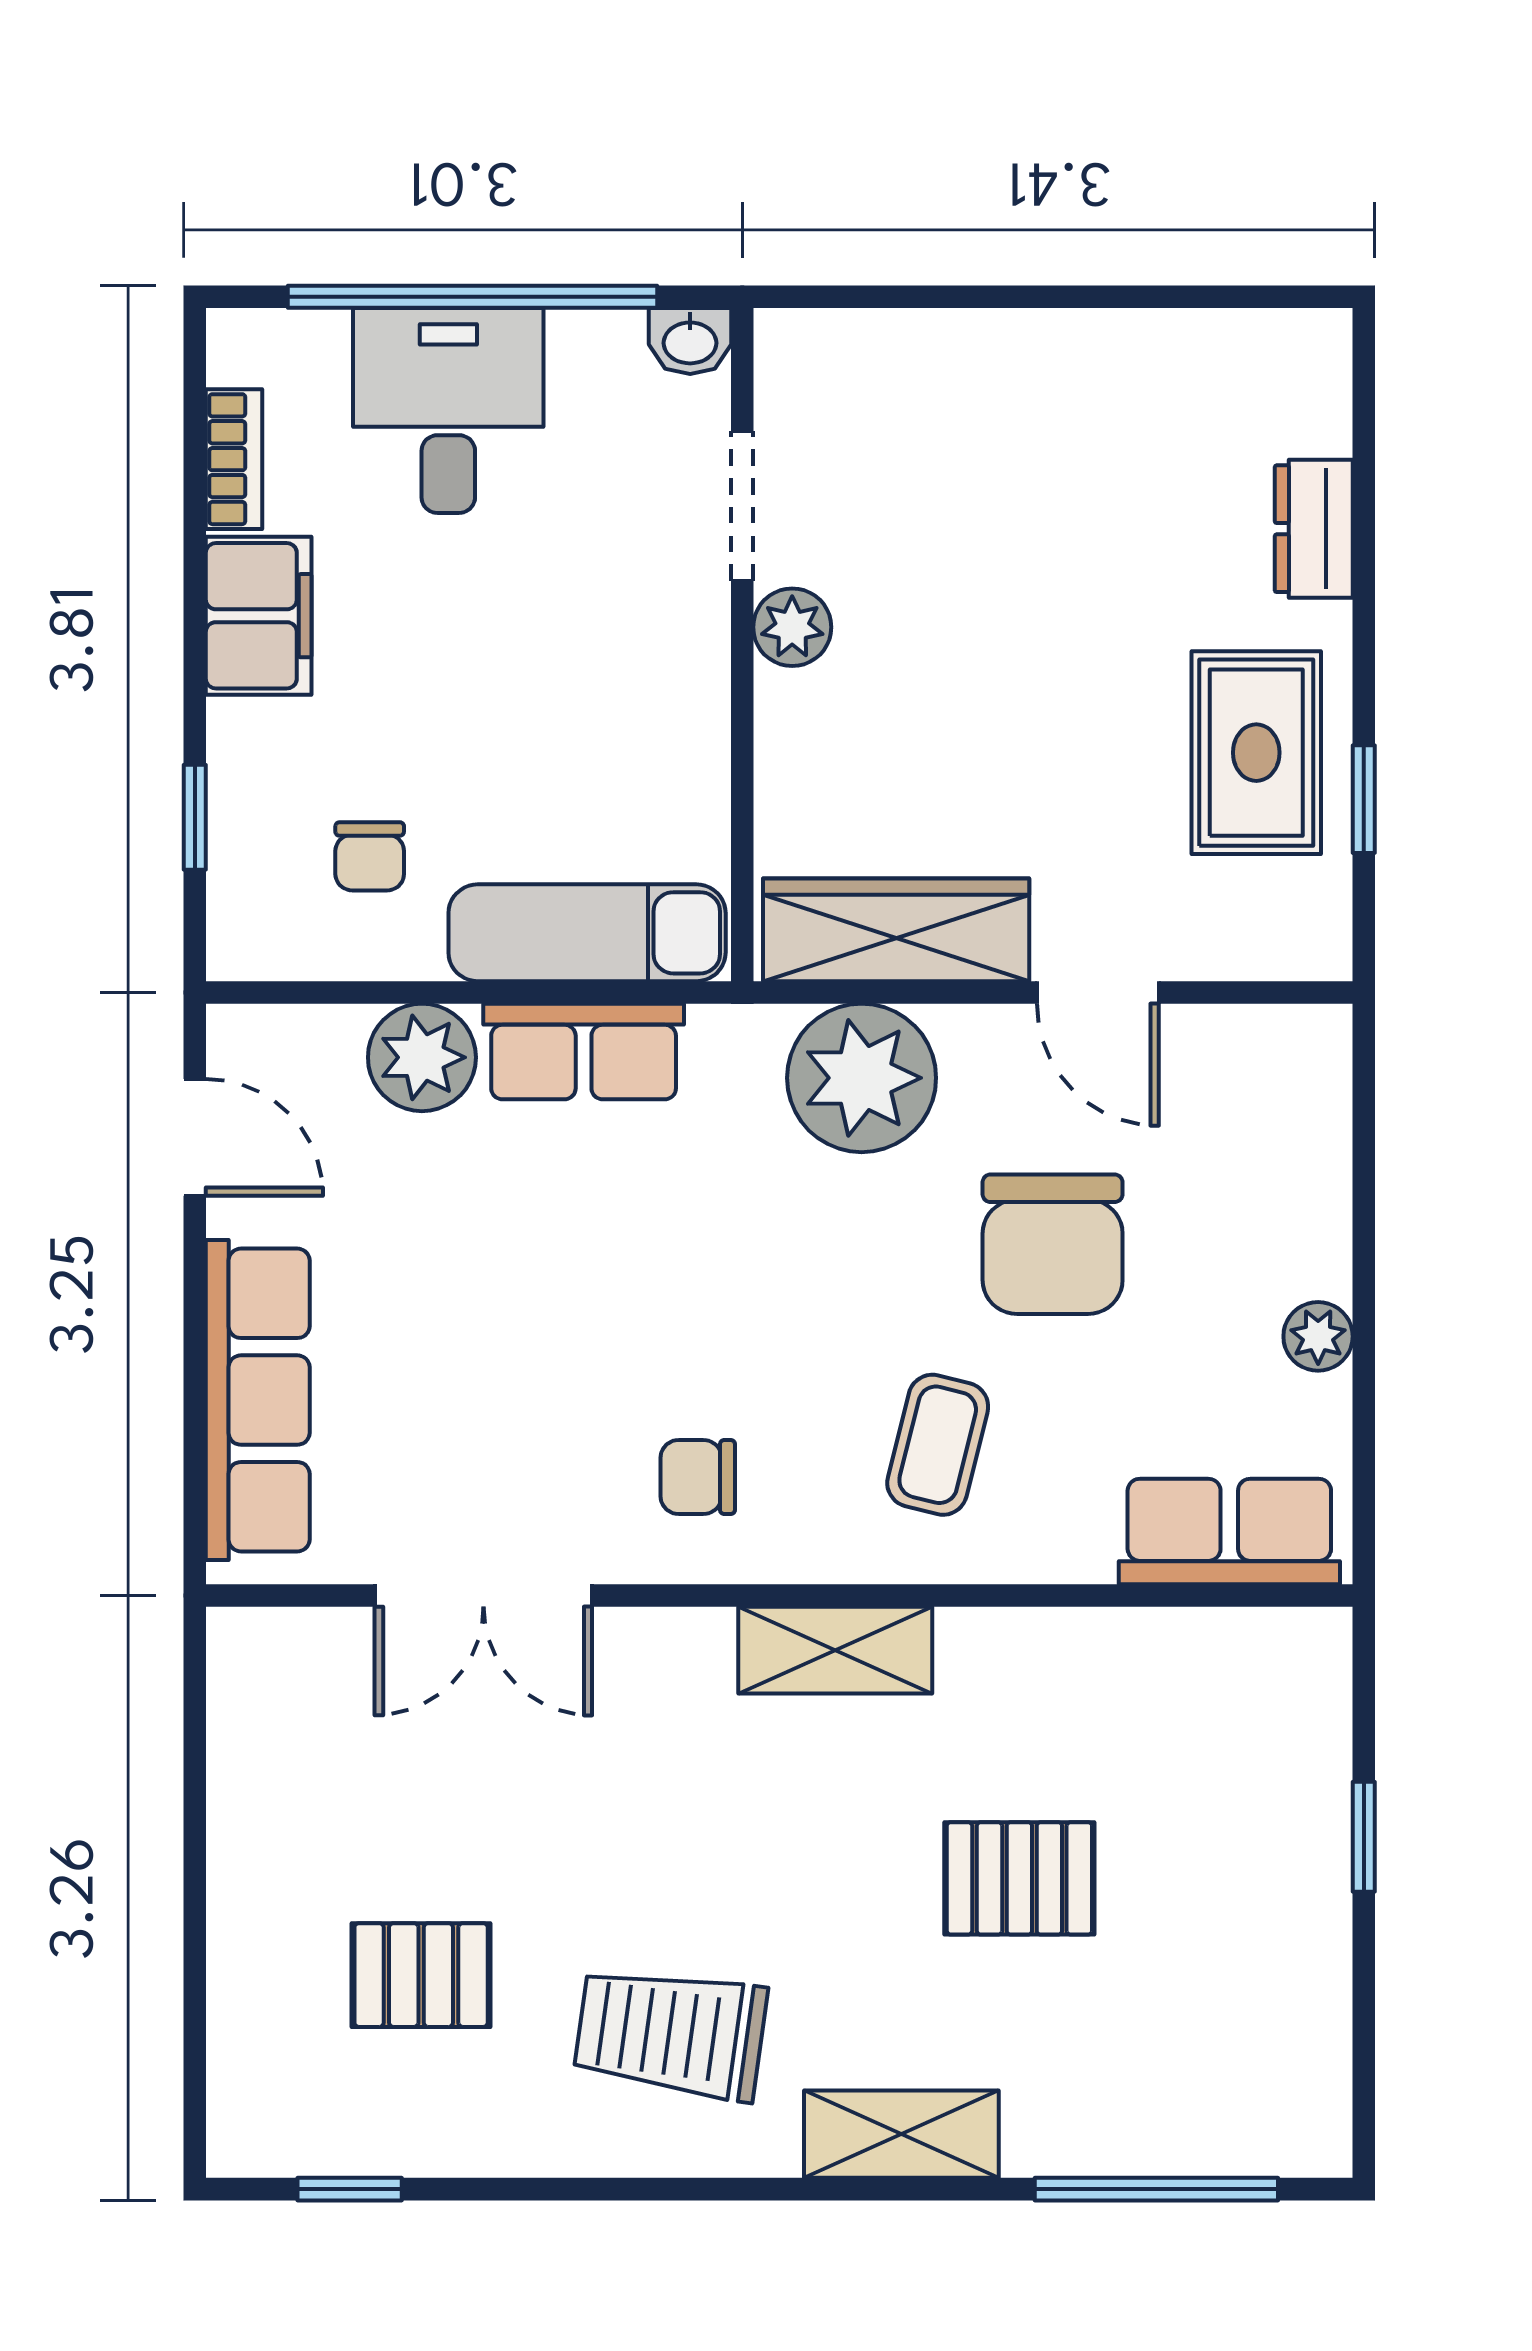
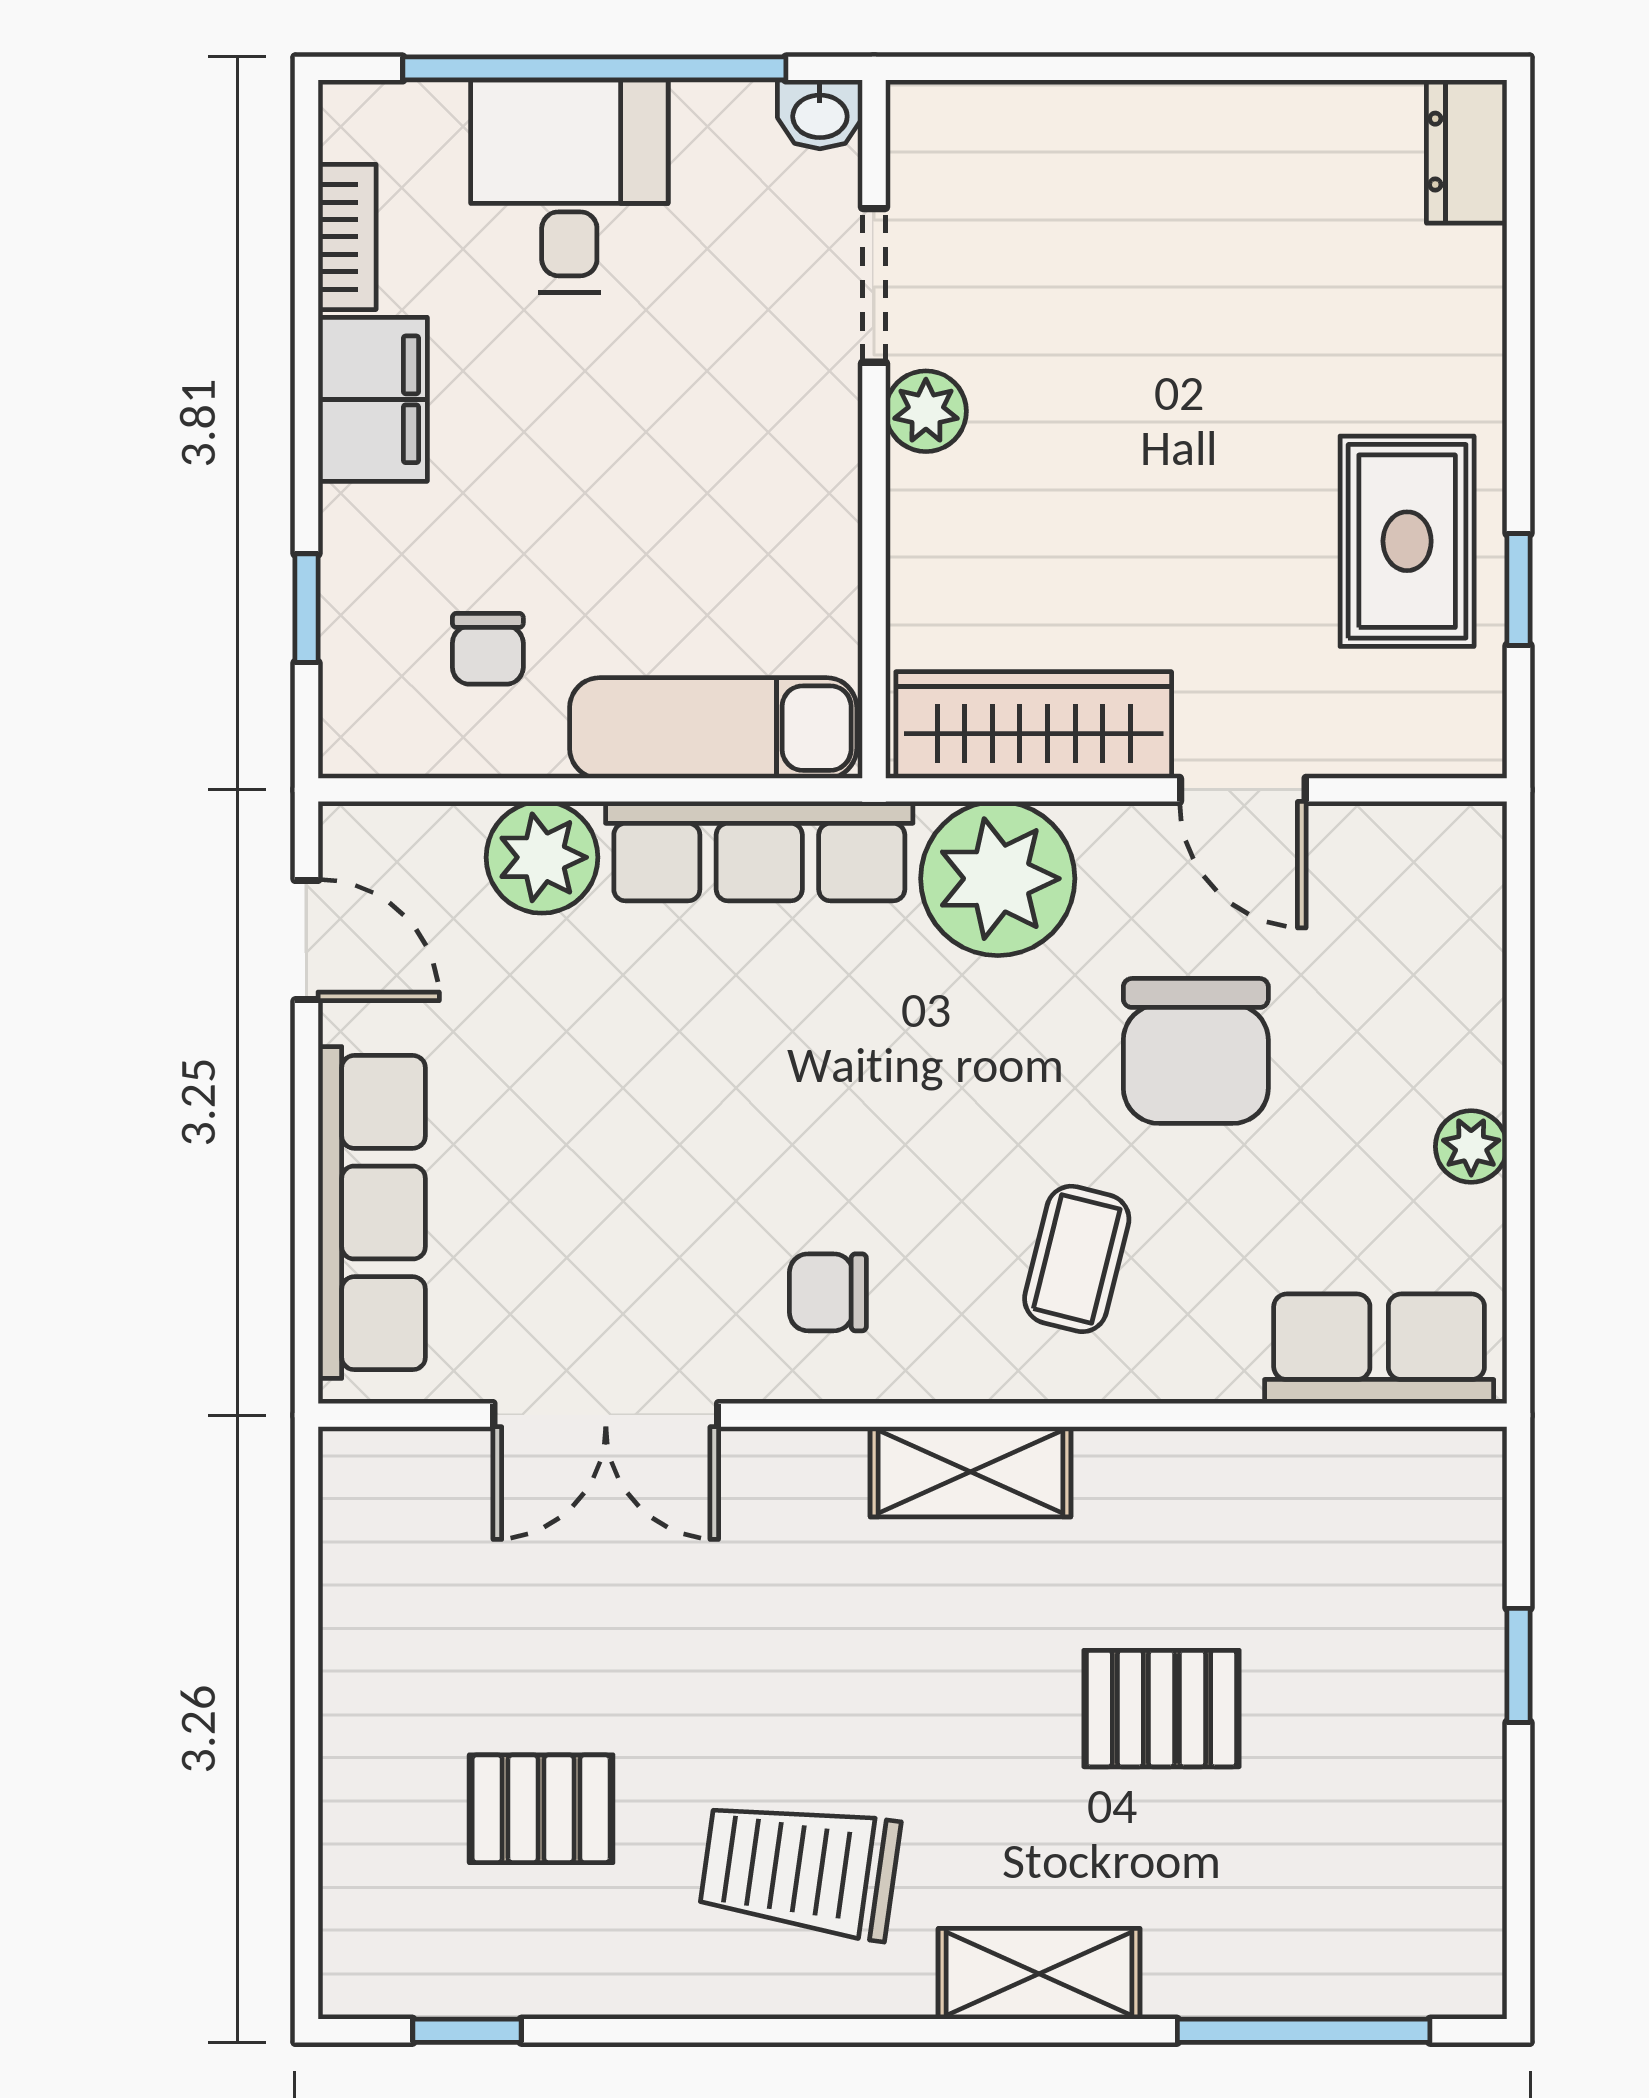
dresser: (1314, 529) -> (1467, 152), moved
row of seats: (584, 1051) -> (759, 851), width x1.48

